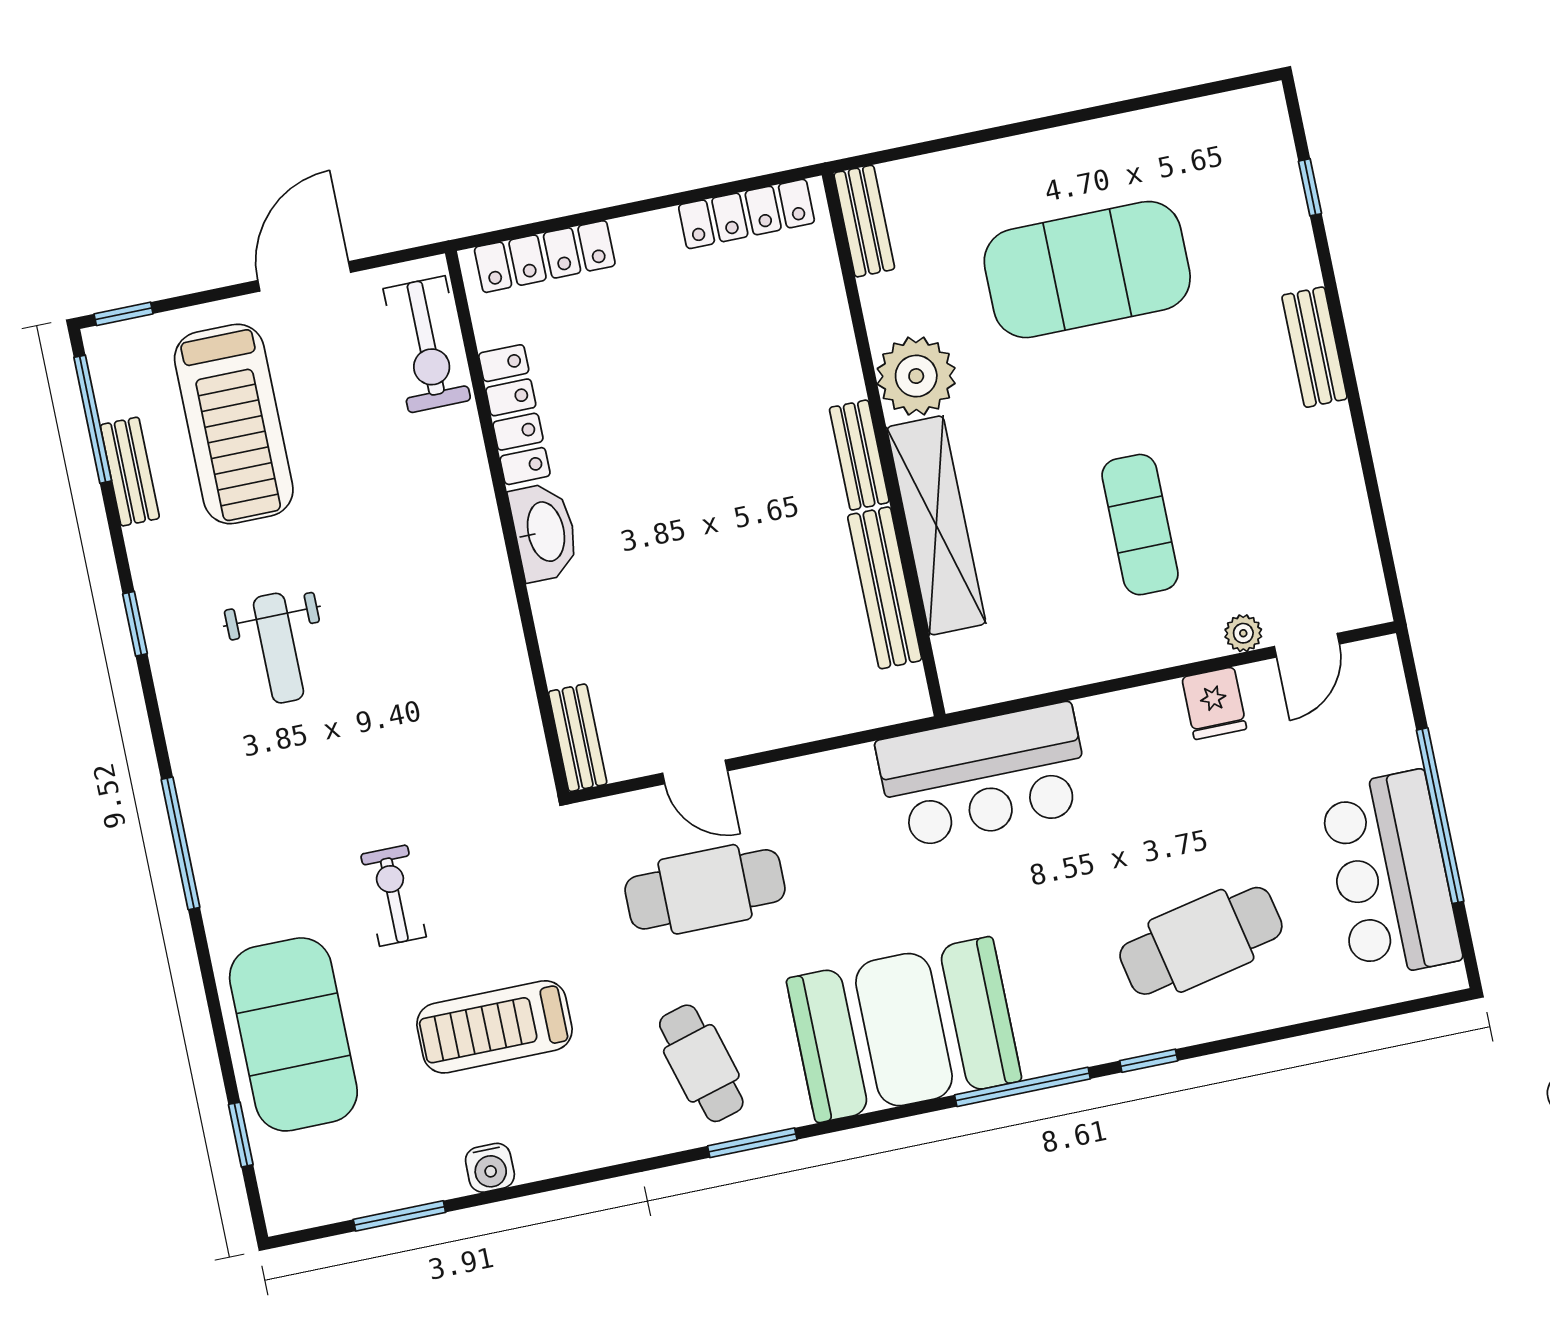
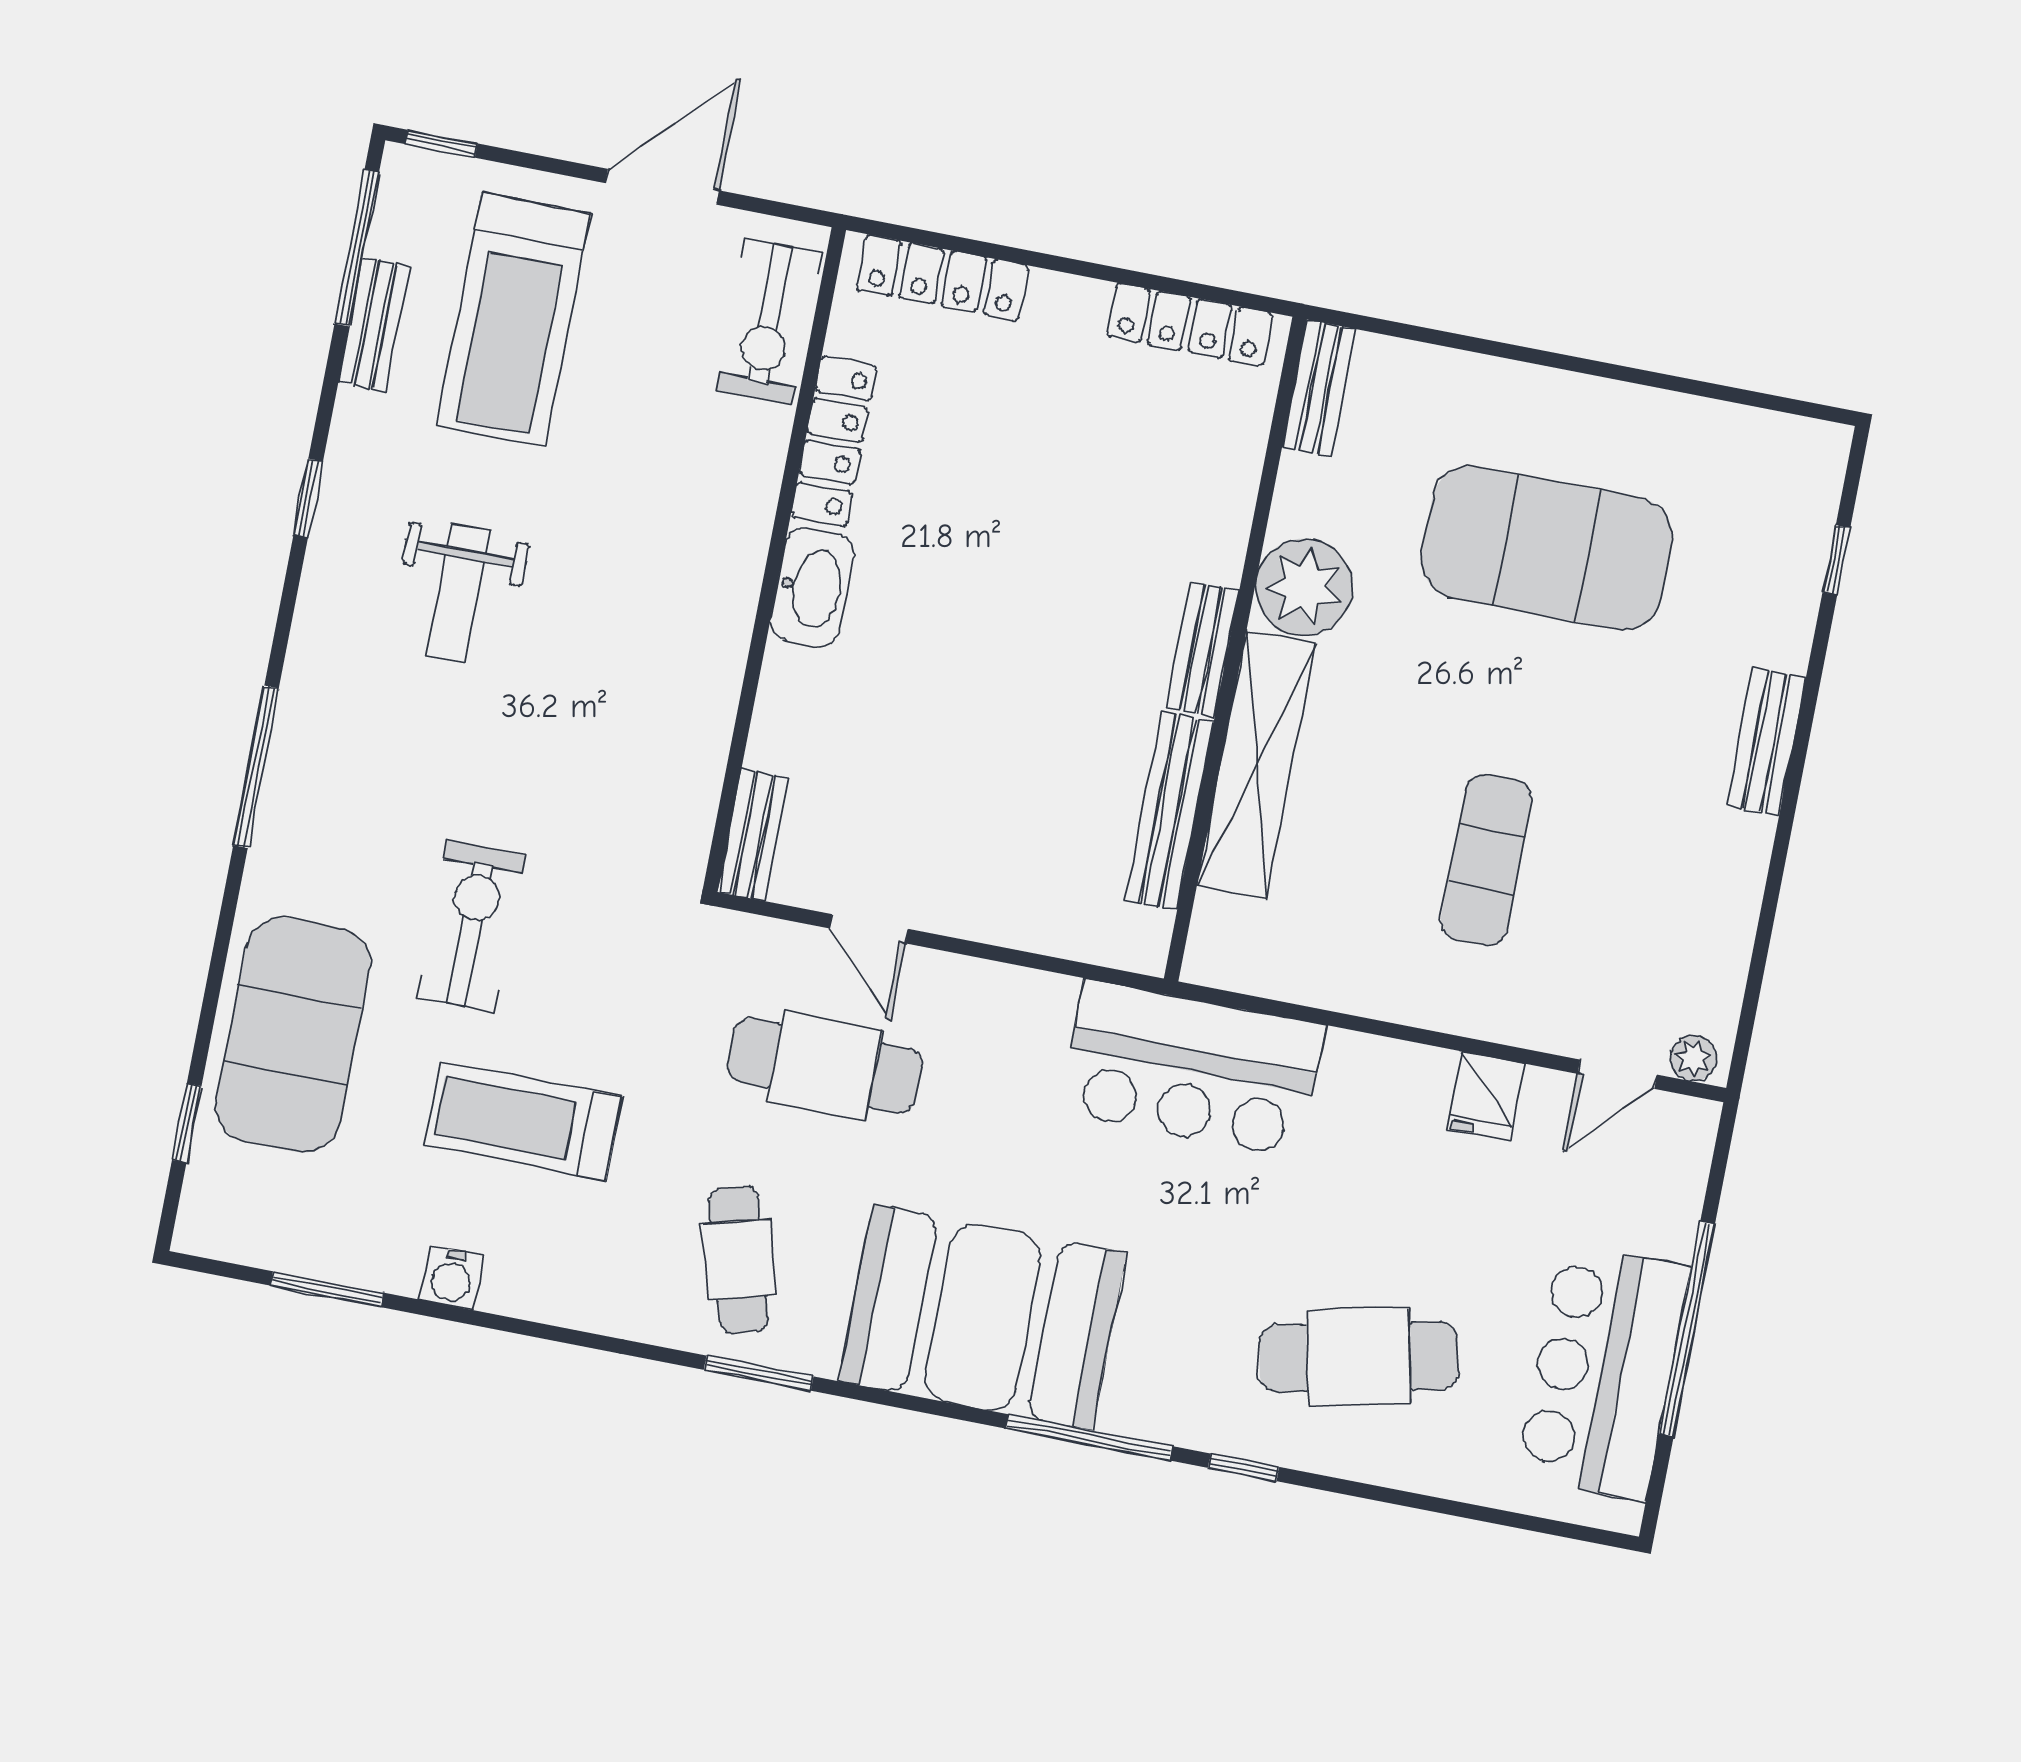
plant: (1243, 633) -> (1693, 1058), moved
exercise bike: (393, 896) -> (471, 926), width x1.38, depth x1.39

